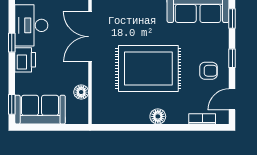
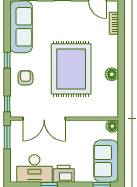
armchair: (208, 71) -> (25, 78), moved
floor lamp: (81, 92) -> (112, 126), moved
floor lamp: (158, 116) -> (112, 74), moved

